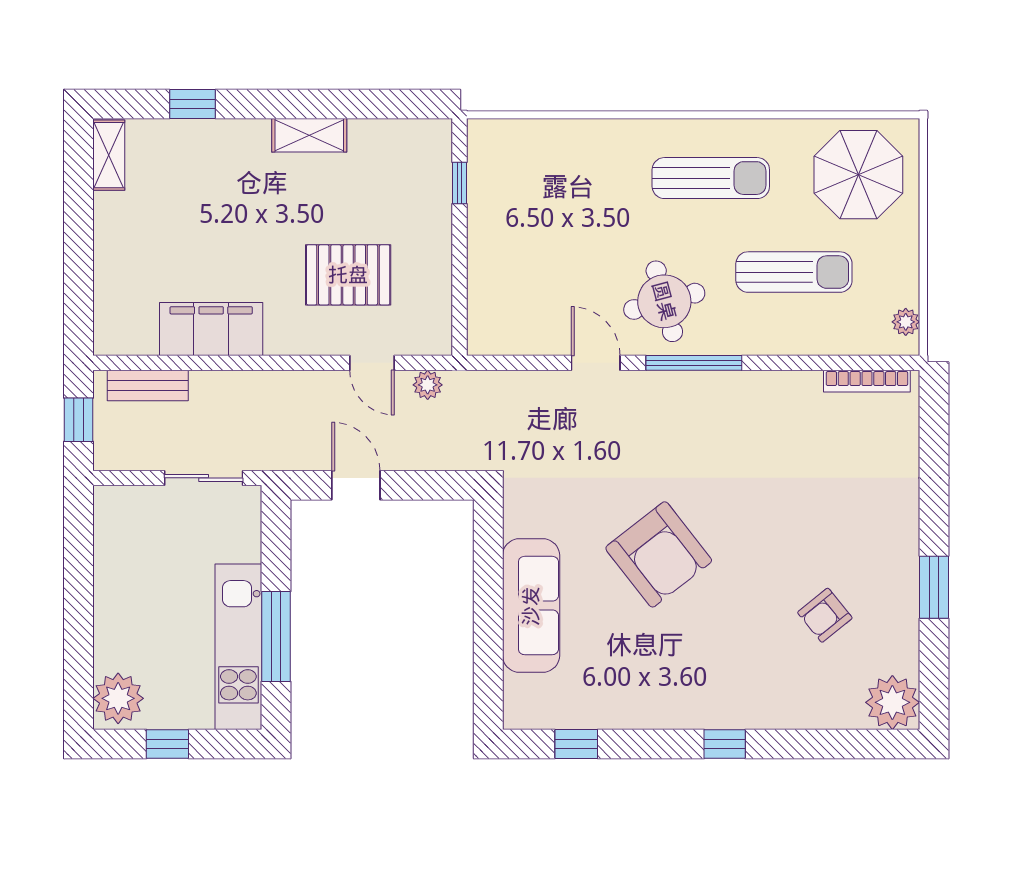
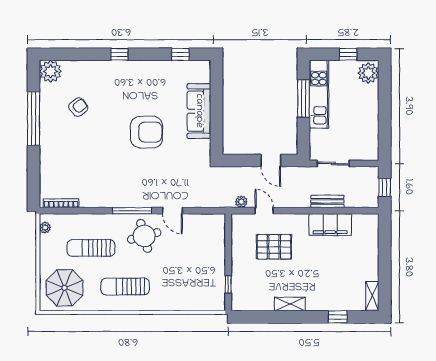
bench: (148, 386) -> (327, 201), moved
armchair: (659, 554) -> (146, 132), turned 128
window: (934, 587) -> (34, 119), width x2.11

